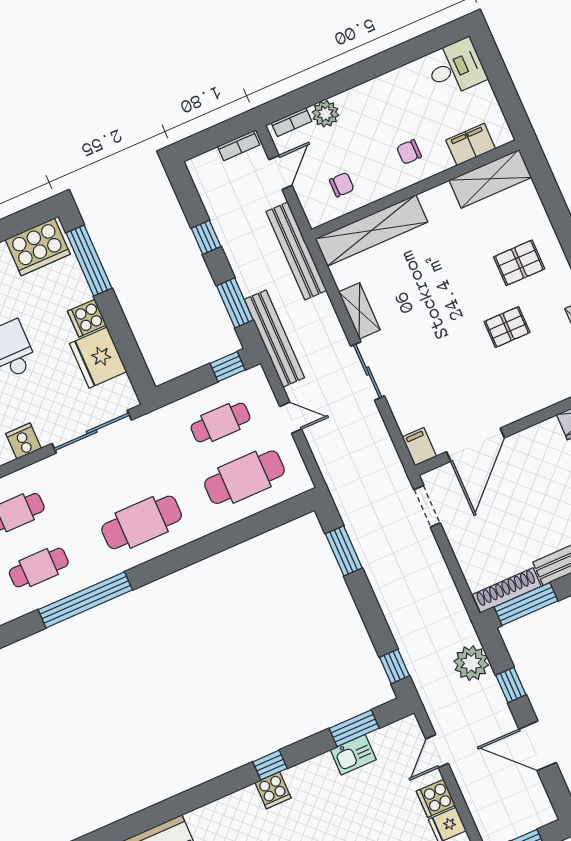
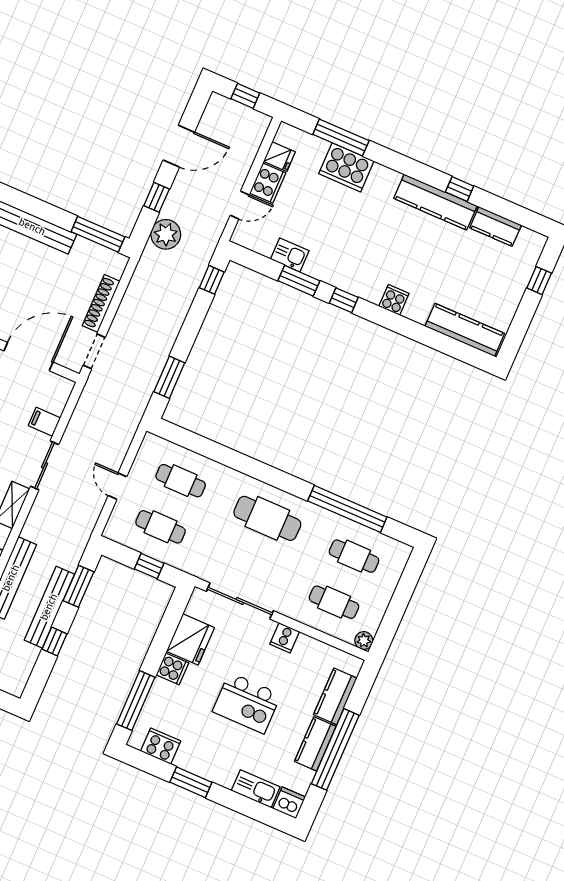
cooker: (38, 247) -> (161, 746), width x0.73, depth x0.76
bench: (274, 339) -> (49, 607), moved
window: (228, 367) -> (149, 566), moved
filing cabinet: (419, 447) -> (44, 422), moved, turned 90
cafe table: (244, 477) -> (181, 481), width x0.73, depth x0.74
shoe rack: (507, 590) -> (101, 303), moved, turned 90
window: (354, 728) -> (299, 281), moved
door: (538, 746) -> (179, 146), hinge flipped
cooker: (273, 790) -> (394, 300), moved
cooker: (436, 798) -> (268, 183), width x1.36

